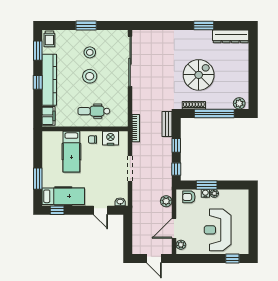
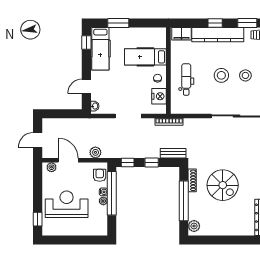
window: (207, 185) -> (112, 193), width x2.11

